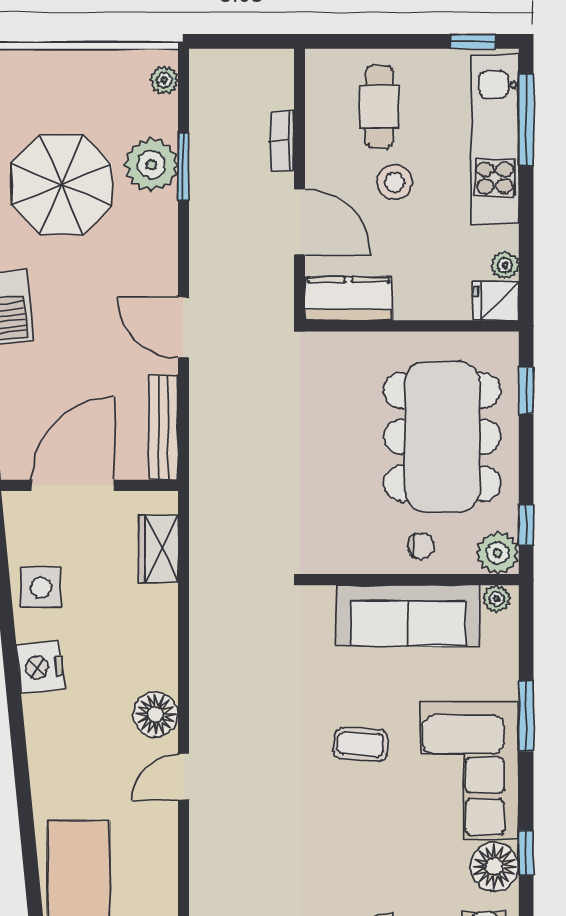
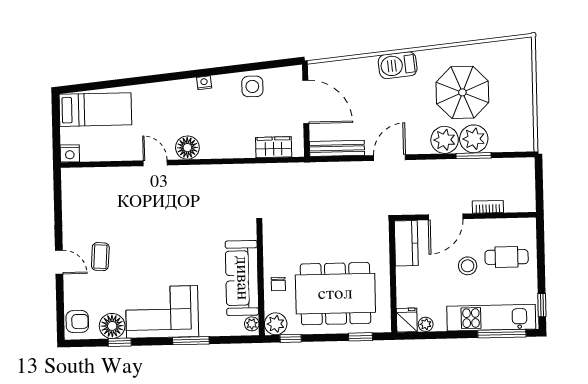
plant: (164, 80) -> (445, 140), moved, width x1.88, depth x1.88
nightstand: (40, 667) -> (204, 83), width x0.53, depth x0.56
coffee table: (360, 744) -> (100, 257), moved

